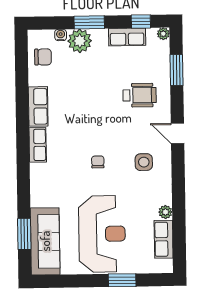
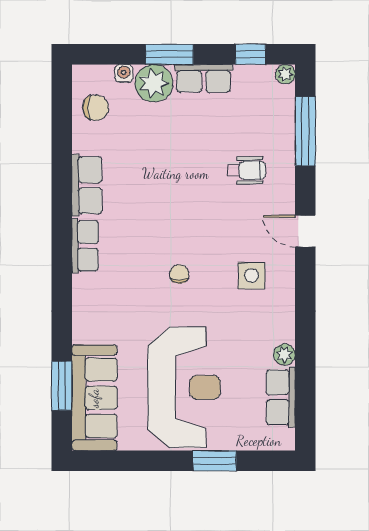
row of seats: (127, 37) -> (204, 78), moved
window: (176, 70) -> (305, 131), width x1.44
wheelchair: (140, 95) -> (247, 170), width x0.73, depth x0.73

